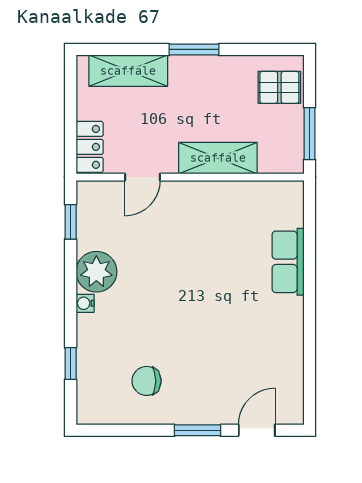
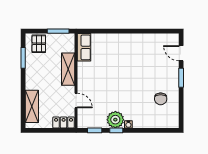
window: (194, 49) -> (23, 58), moved
row of seats: (288, 262) -> (84, 47), moved, turned -90
window: (71, 364) -> (116, 130), moved

